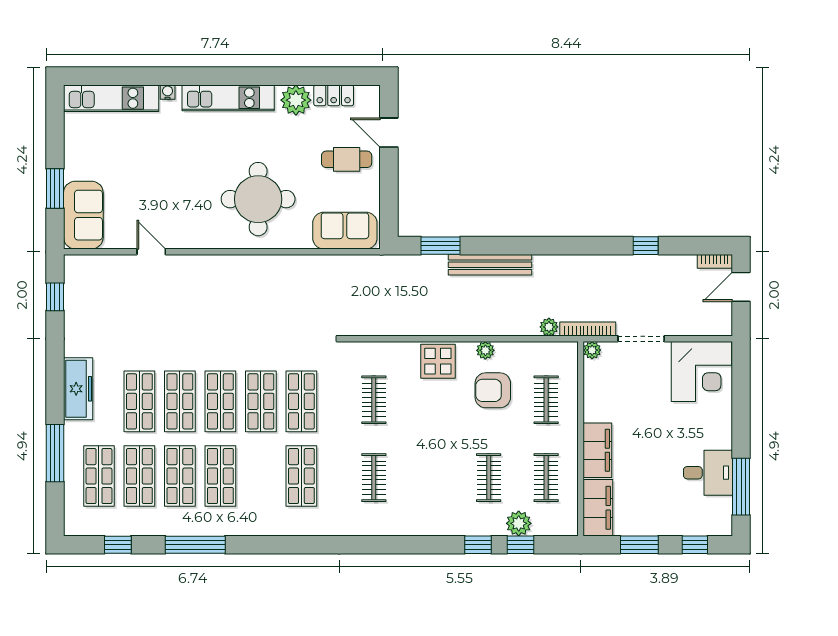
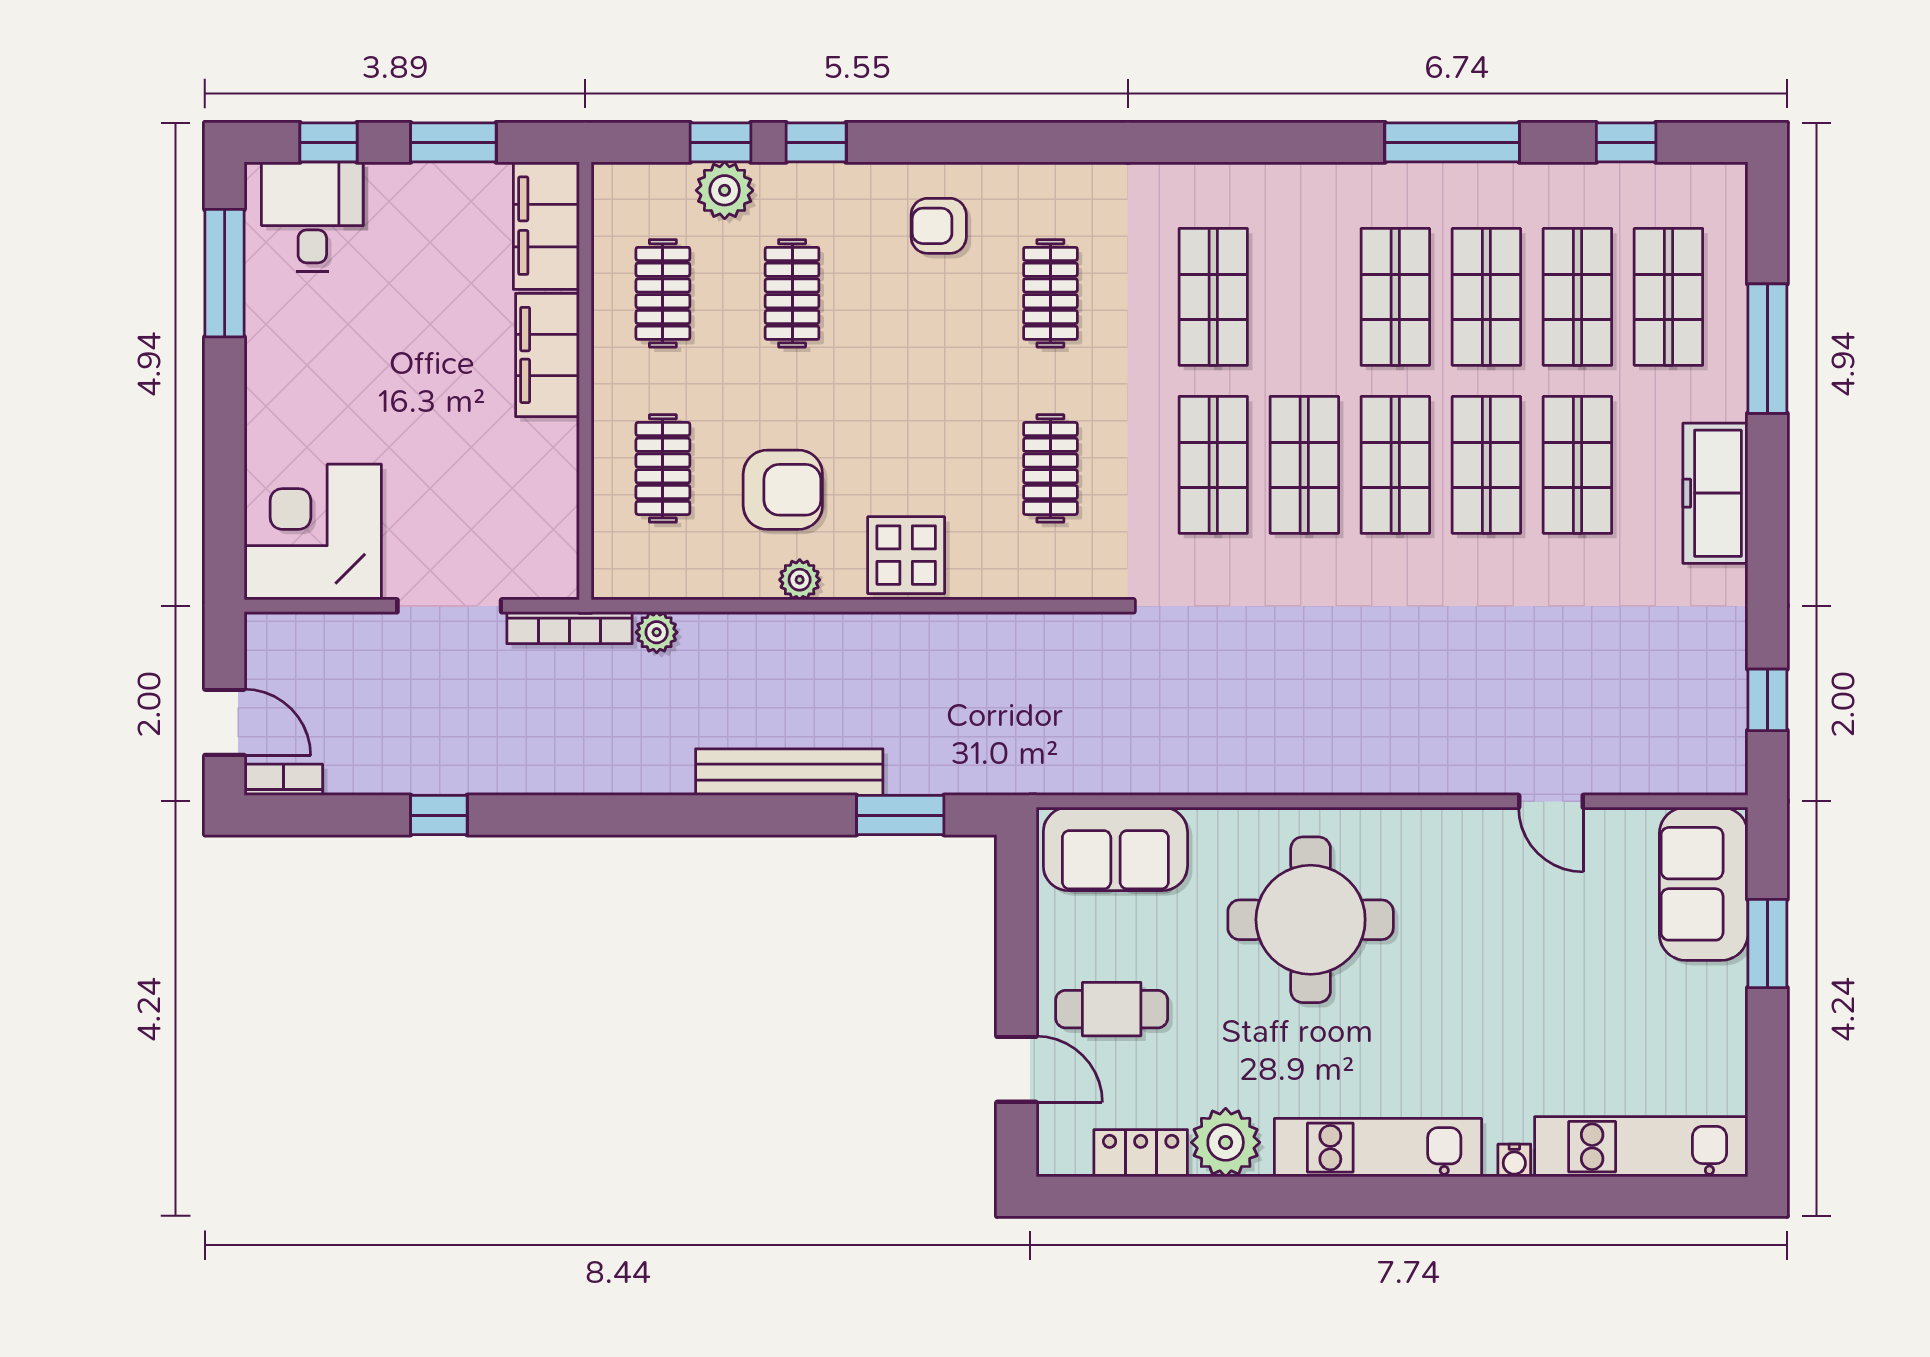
door: (741, 287) -> (225, 722), hinge flipped
plant: (592, 350) -> (560, 580), removed
desk: (708, 473) -> (312, 217), moved, turned 90
armchair: (423, 508) -> (939, 226), added

